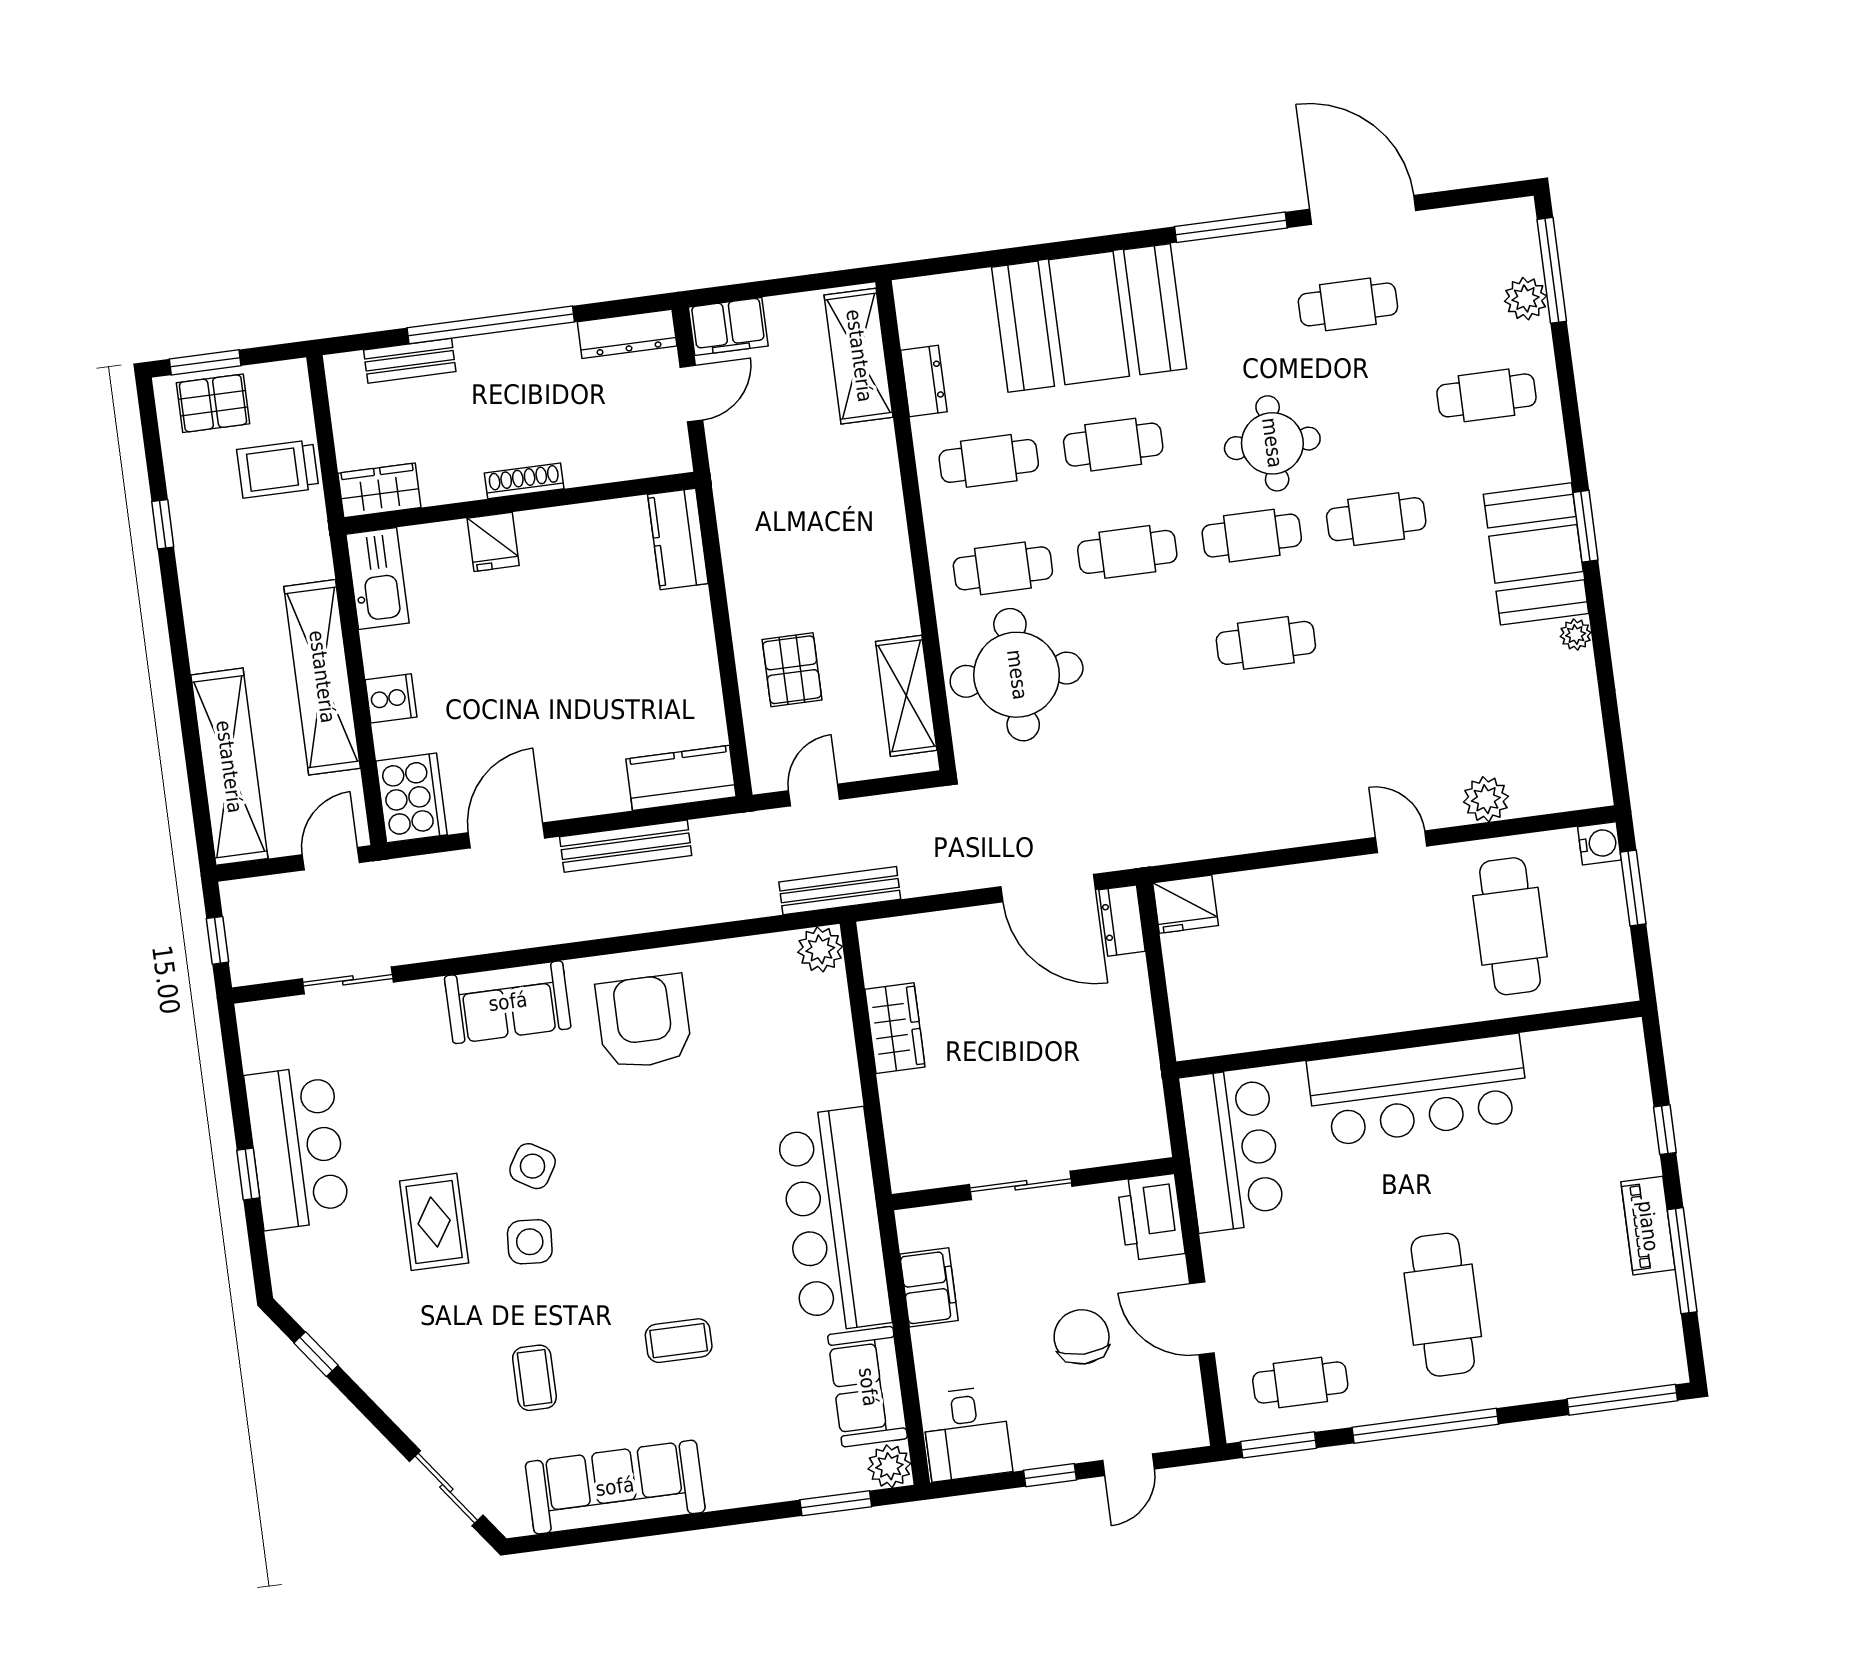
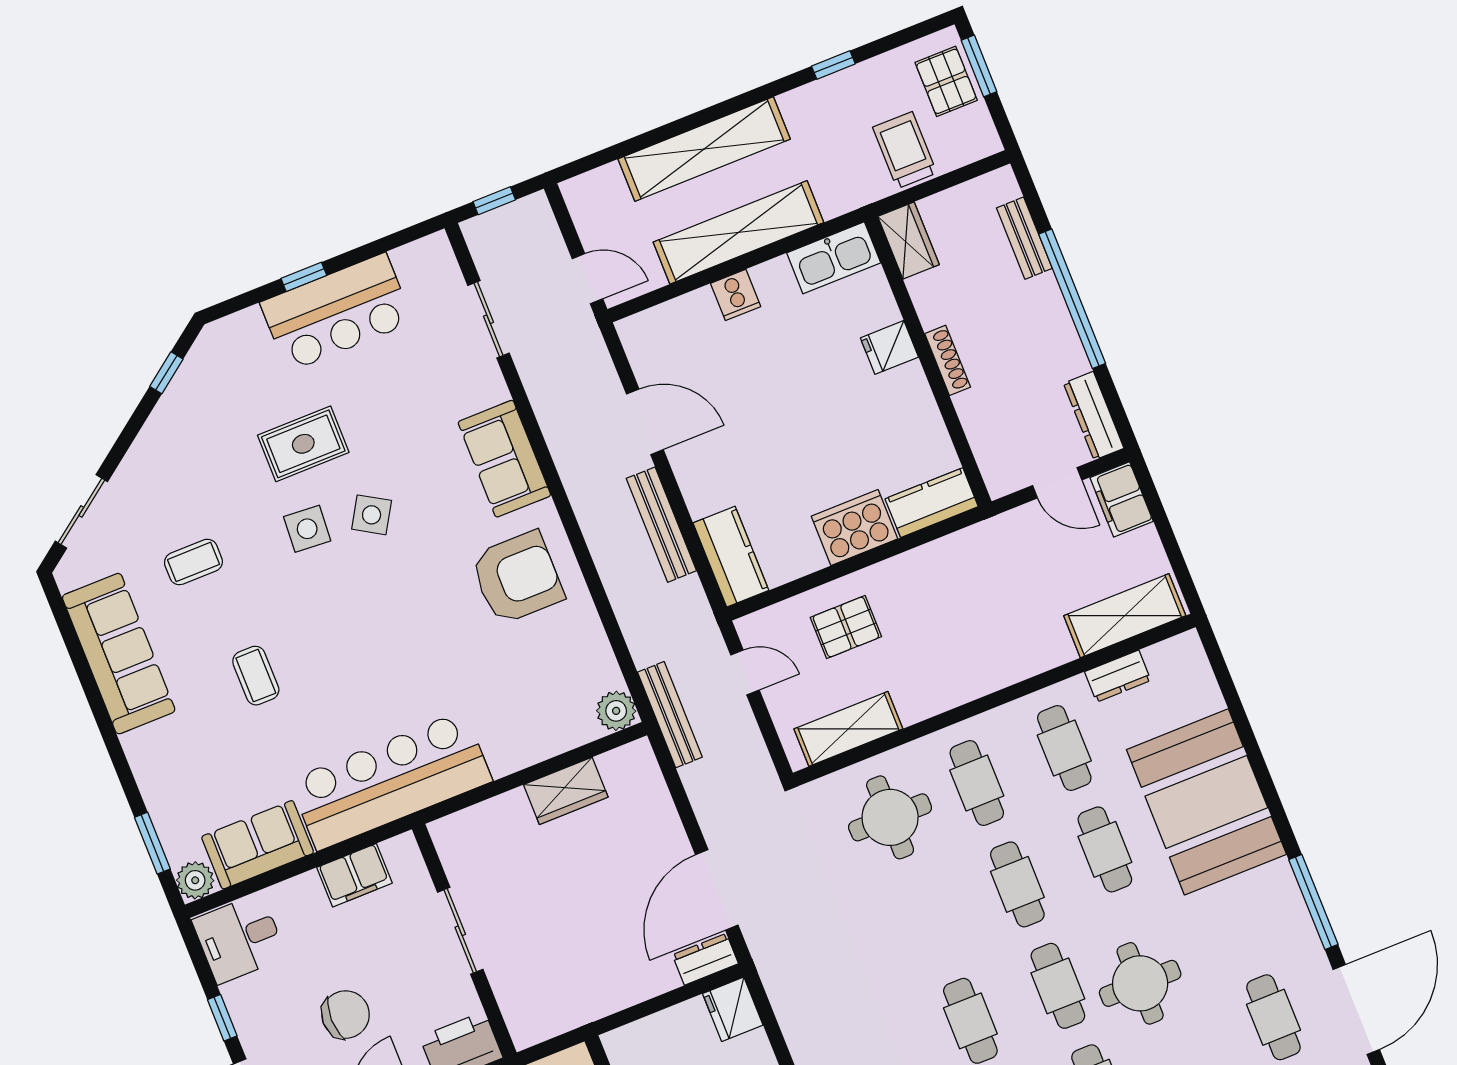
round table: (1017, 675) -> (890, 817), width x0.73, depth x0.73
shelving: (229, 767) -> (704, 149), moved
cooker: (412, 798) -> (855, 527), moved, turned 180

